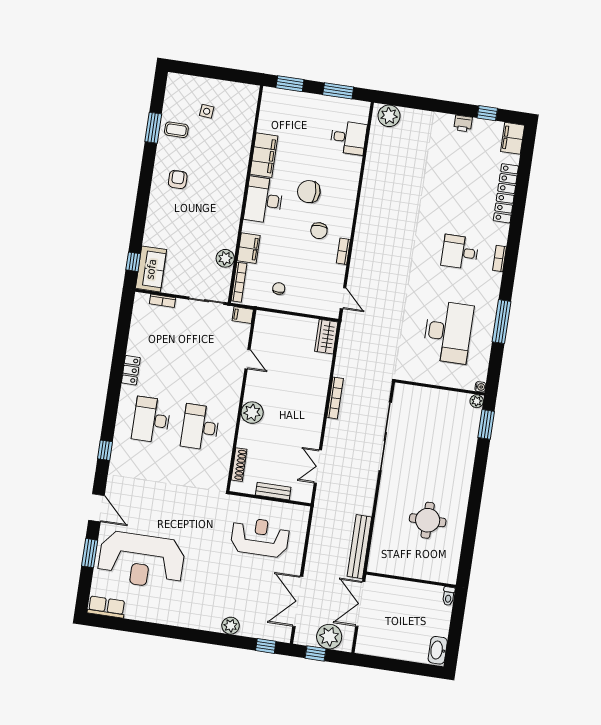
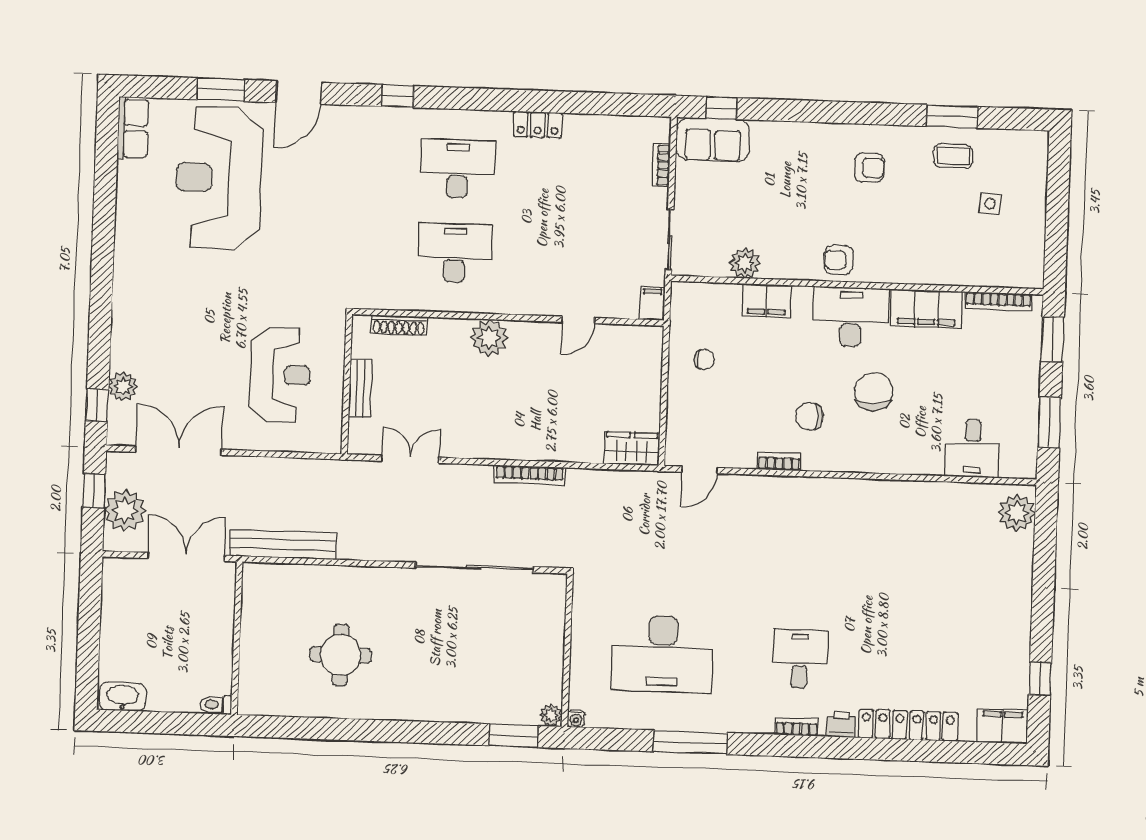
printer: (463, 123) -> (841, 724), moved, turned 90
coffee table: (176, 130) -> (953, 156), turned 90
armchair: (230, 203) -> (839, 260), added
bookcase: (239, 282) -> (998, 301), moved
plant: (231, 626) -> (123, 387), moved

